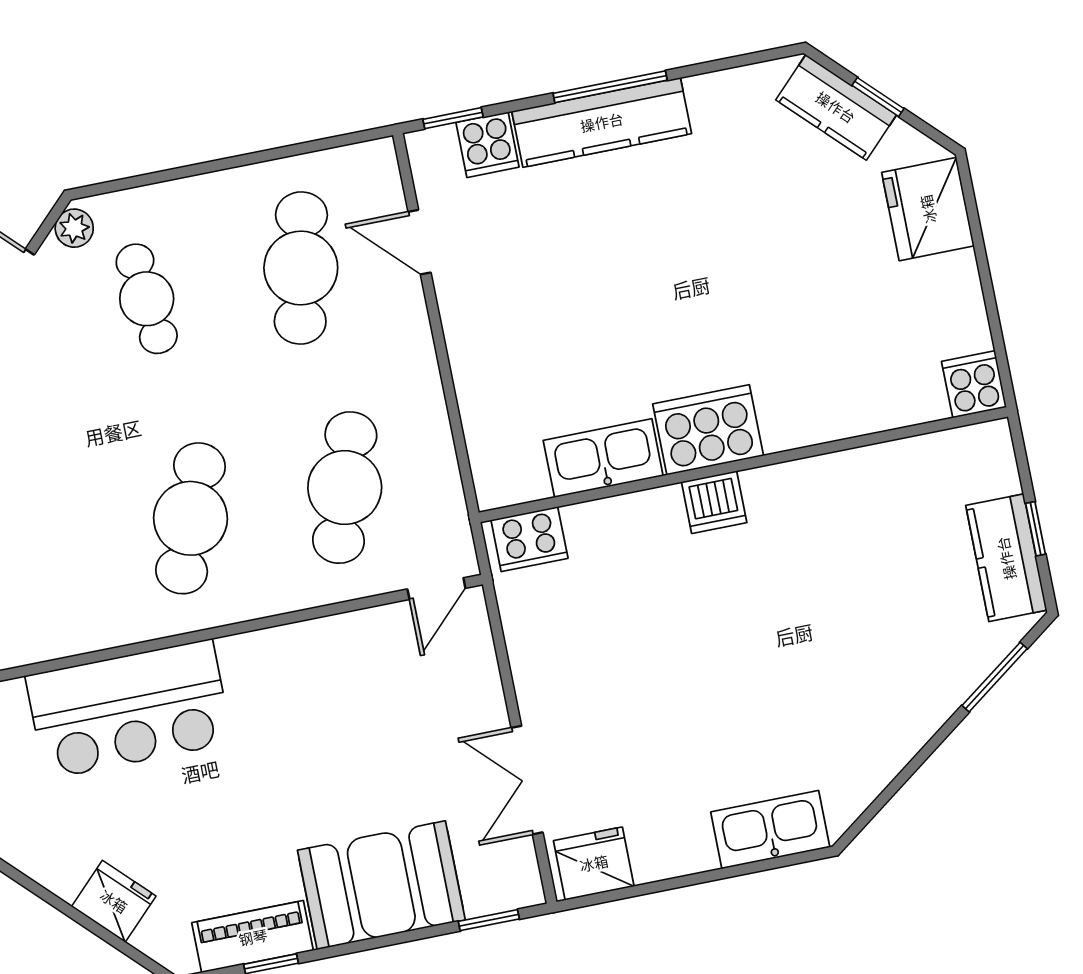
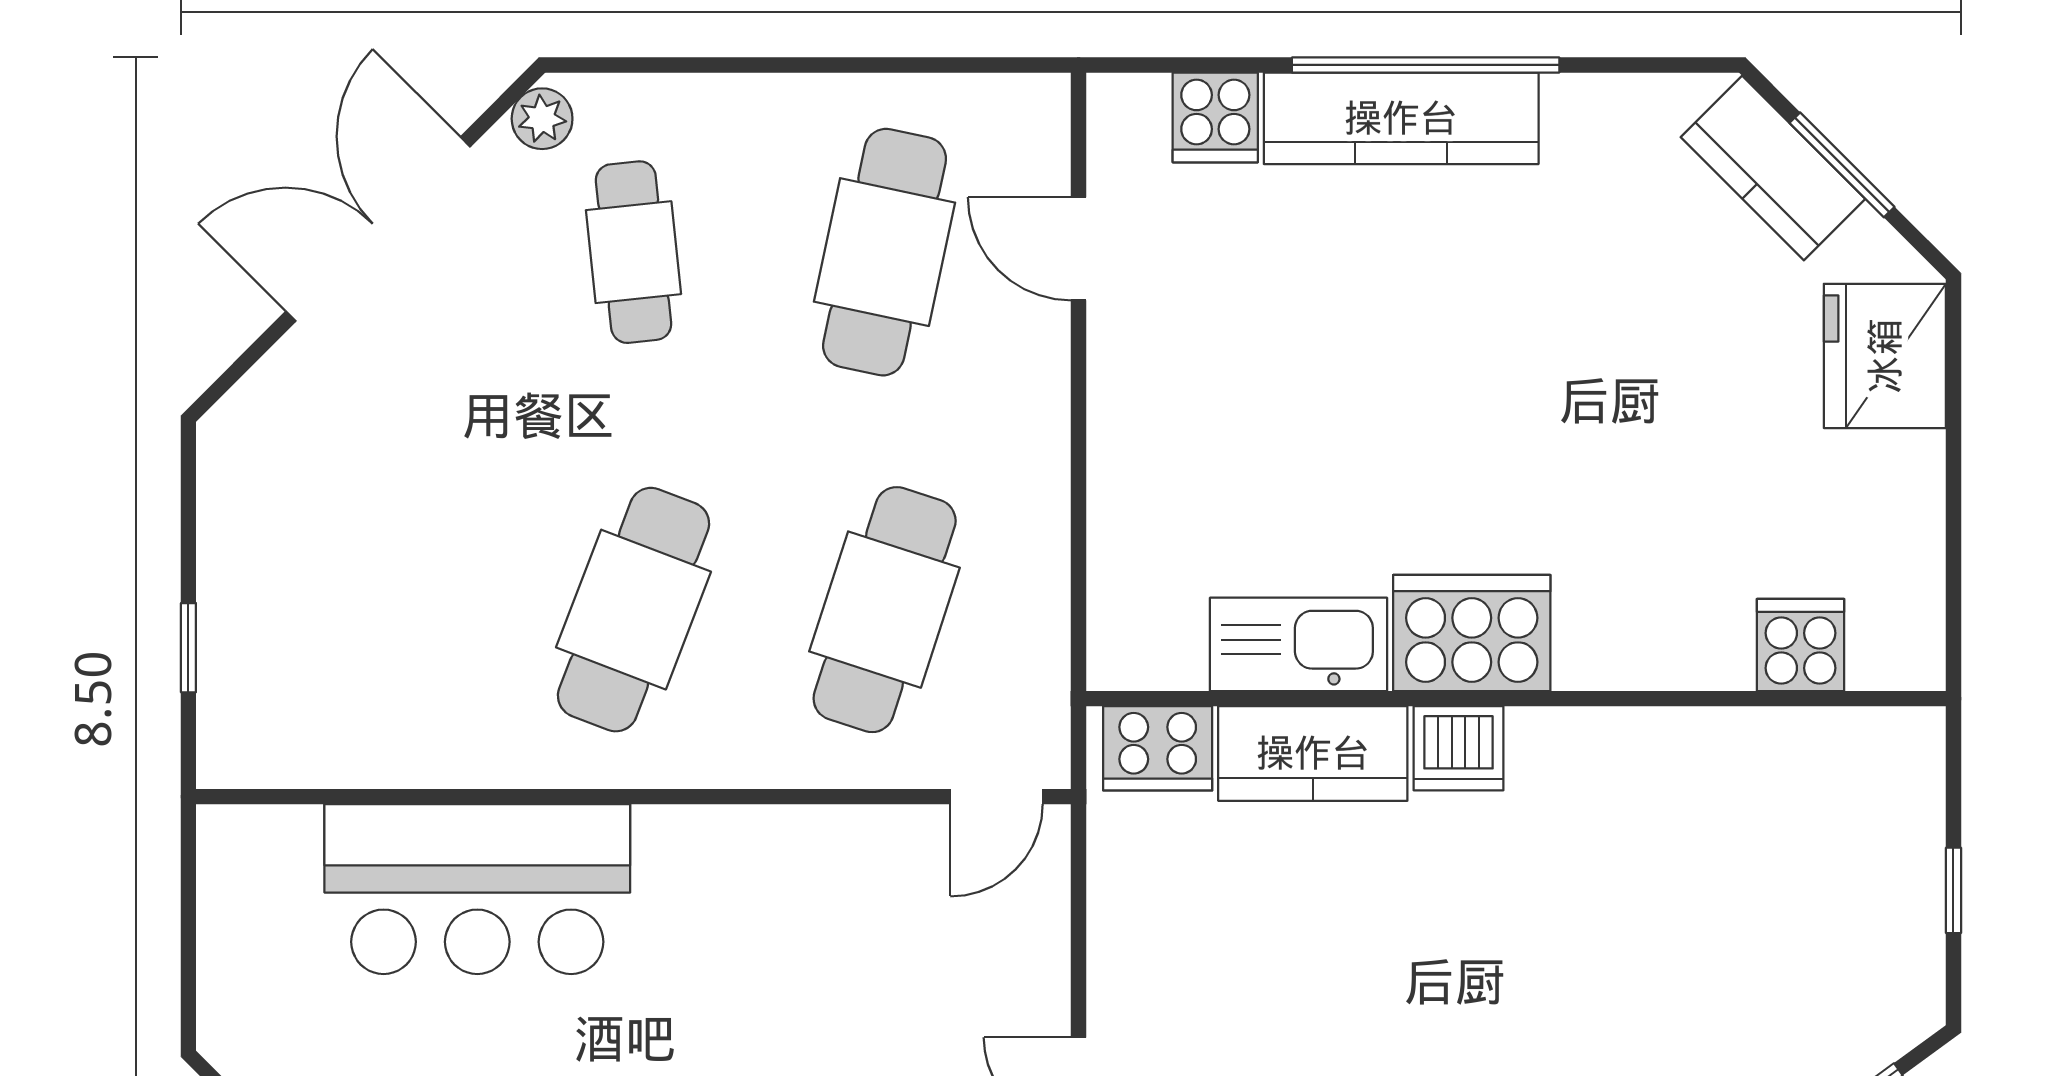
window: (610, 87) -> (1426, 65), width x1.46
window: (878, 97) -> (1842, 165), width x1.50
window: (453, 118) -> (1170, 65), removed
cooker: (974, 384) -> (1801, 645), moved
kitchen counter: (1006, 558) -> (1313, 753), moved, turned -90

